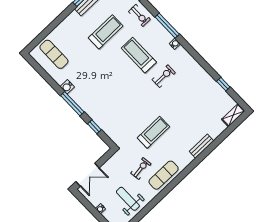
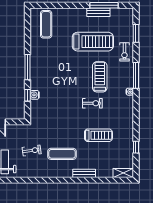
treadmill: (106, 32) -> (93, 42), width x1.37, depth x1.38
exercise bike: (164, 76) -> (92, 103), moved
water cooler: (67, 87) -> (35, 95), moved
treadmill: (153, 132) -> (98, 135), moved
exercise mat: (164, 175) -> (62, 154), moved

